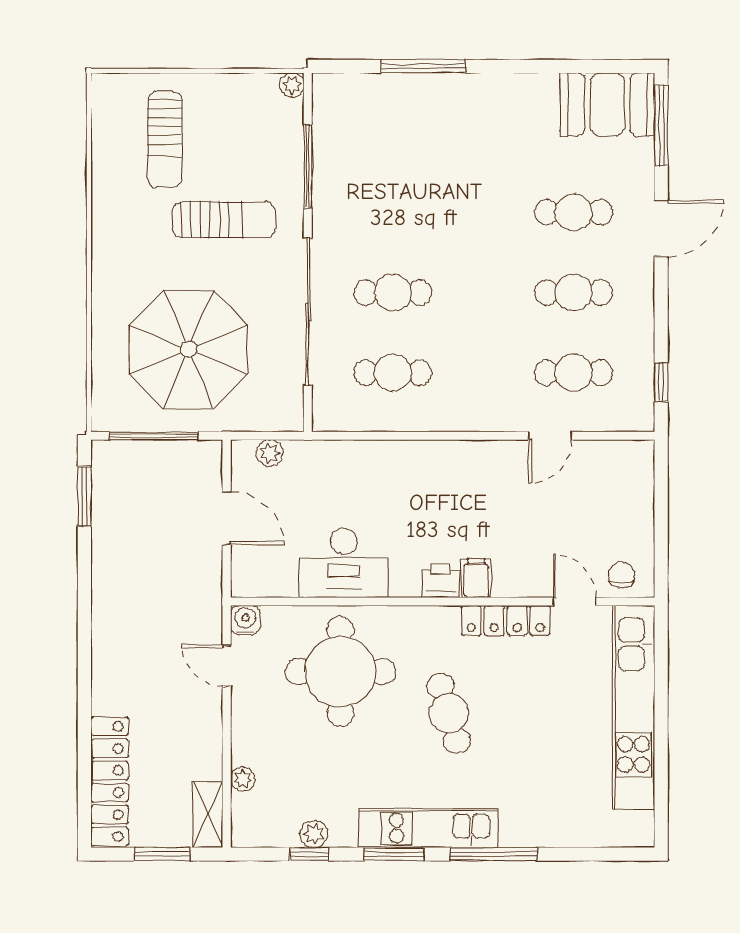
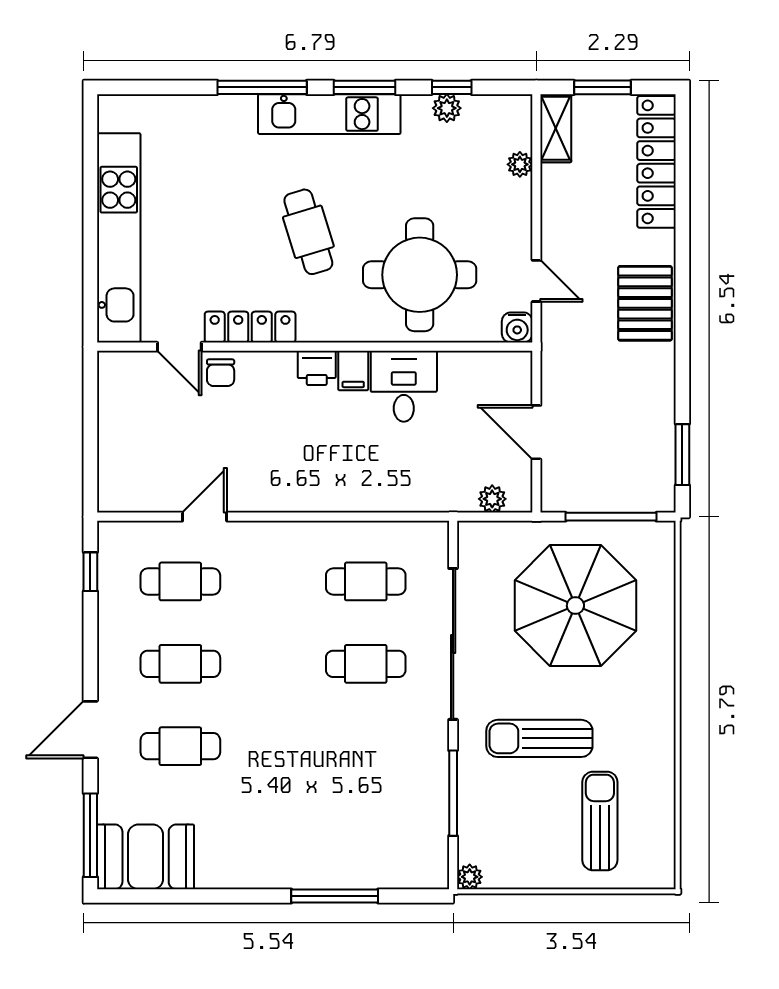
desk: (344, 563) -> (404, 386), width x0.73
chair: (622, 575) -> (221, 373), moved
filing cabinet: (476, 578) -> (353, 371), moved
pallet: (121, 644) -> (645, 303), added

